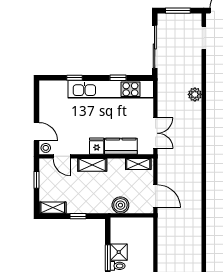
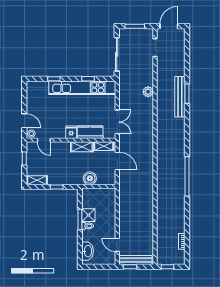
shelving: (92, 165) -> (82, 147), moved
door: (155, 196) -> (117, 161), moved

